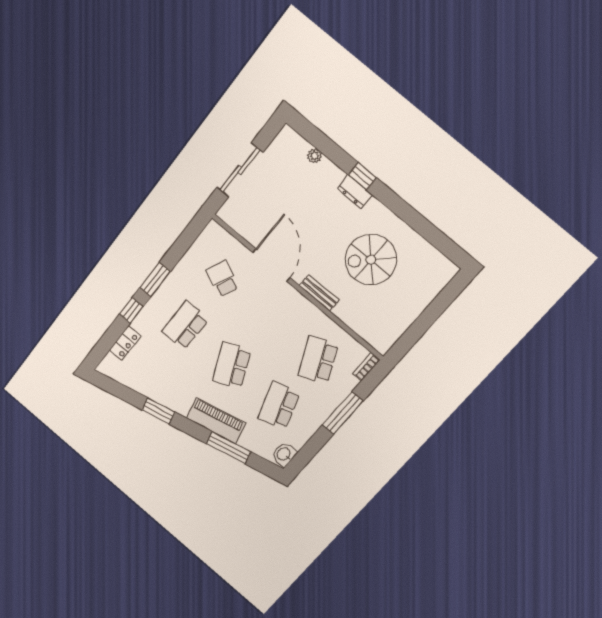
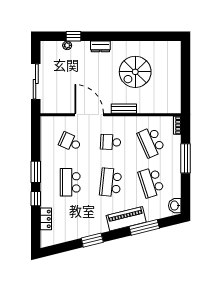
window: (362, 176) -> (74, 36), moved
school desk: (270, 319) -> (111, 142), added
school desk: (232, 365) -> (111, 182), turned 30

